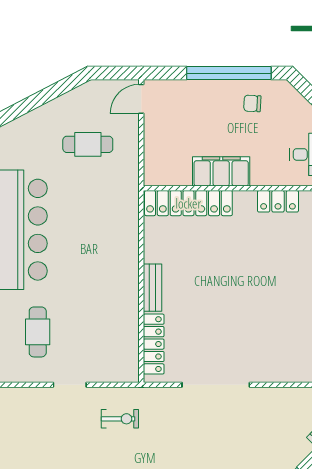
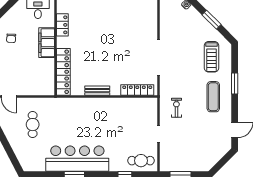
filing cabinet: (221, 171) -> (47, 43), moved
bench: (152, 288) -> (97, 91), moved
cafe table: (38, 332) -> (141, 161), moved

